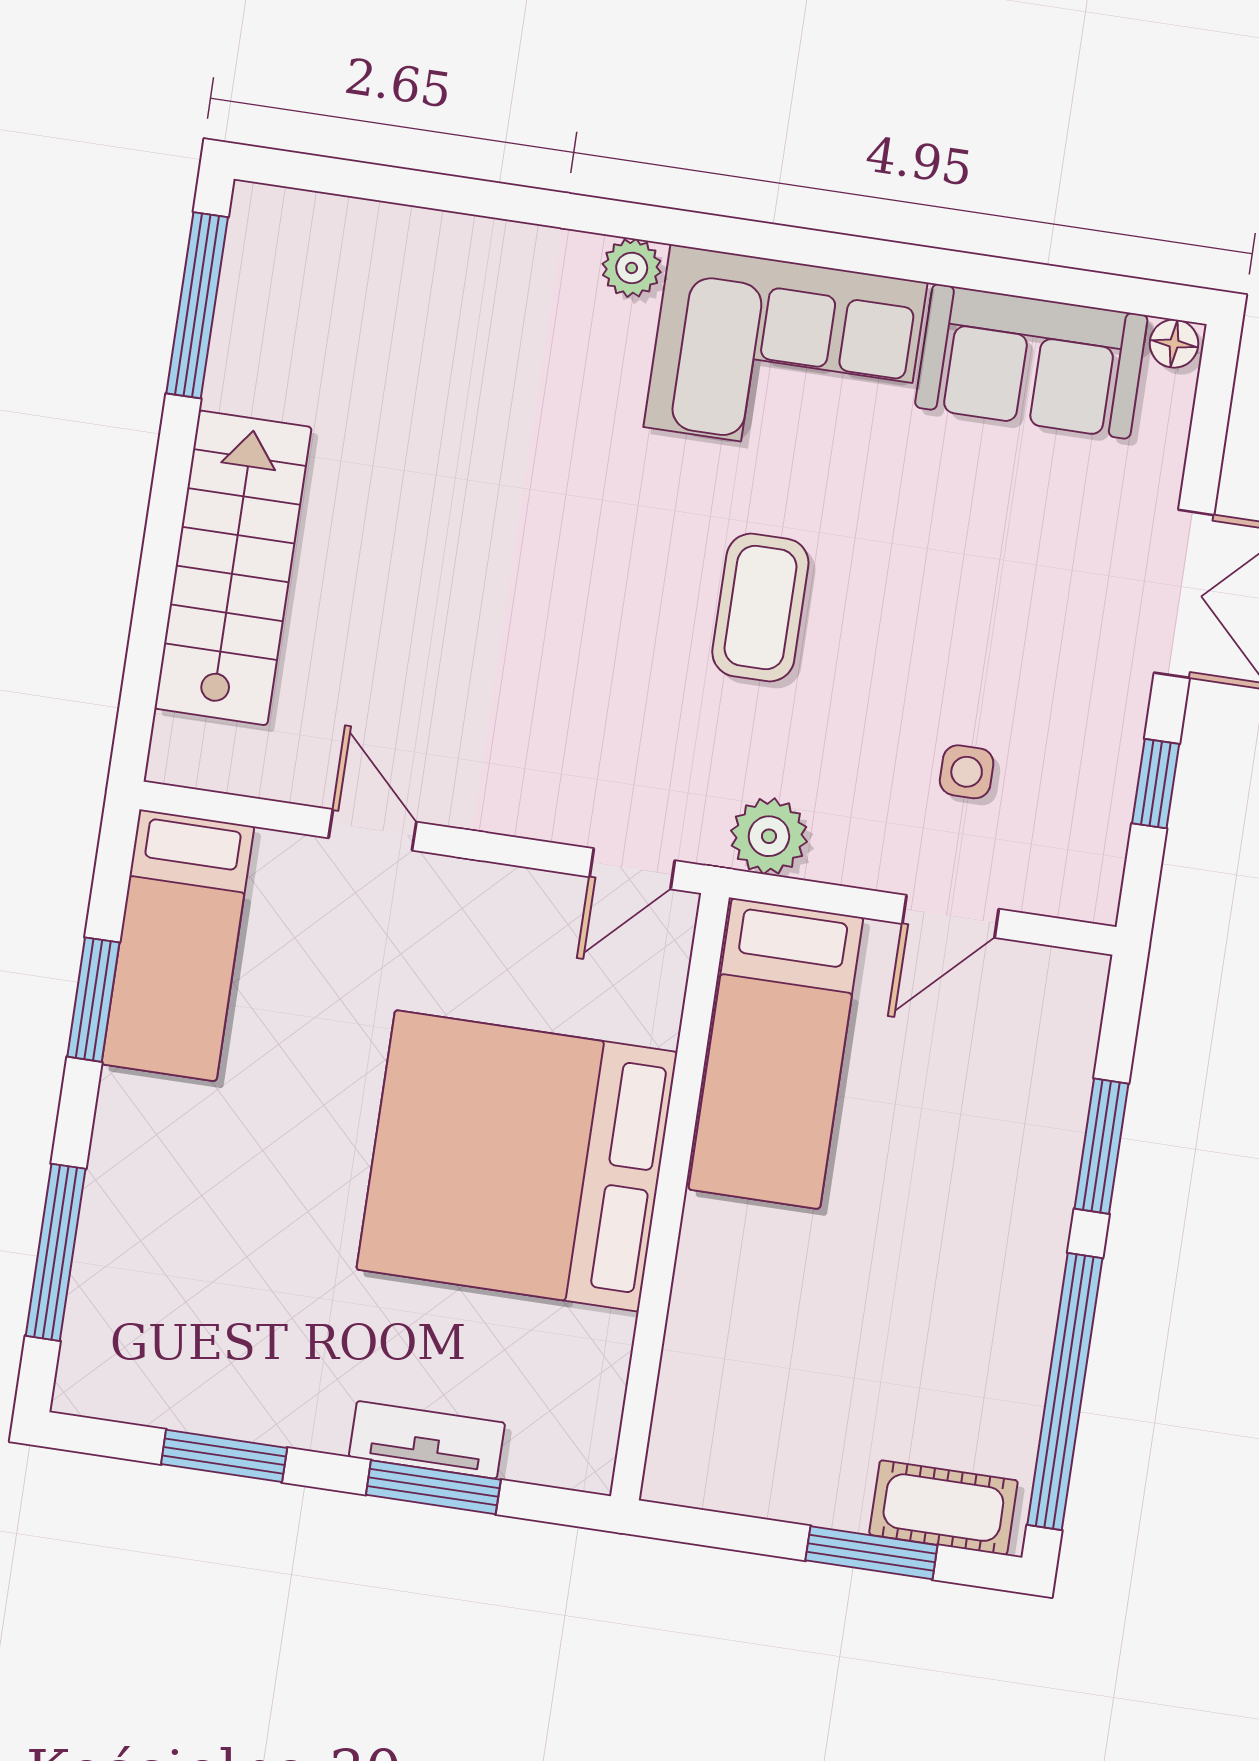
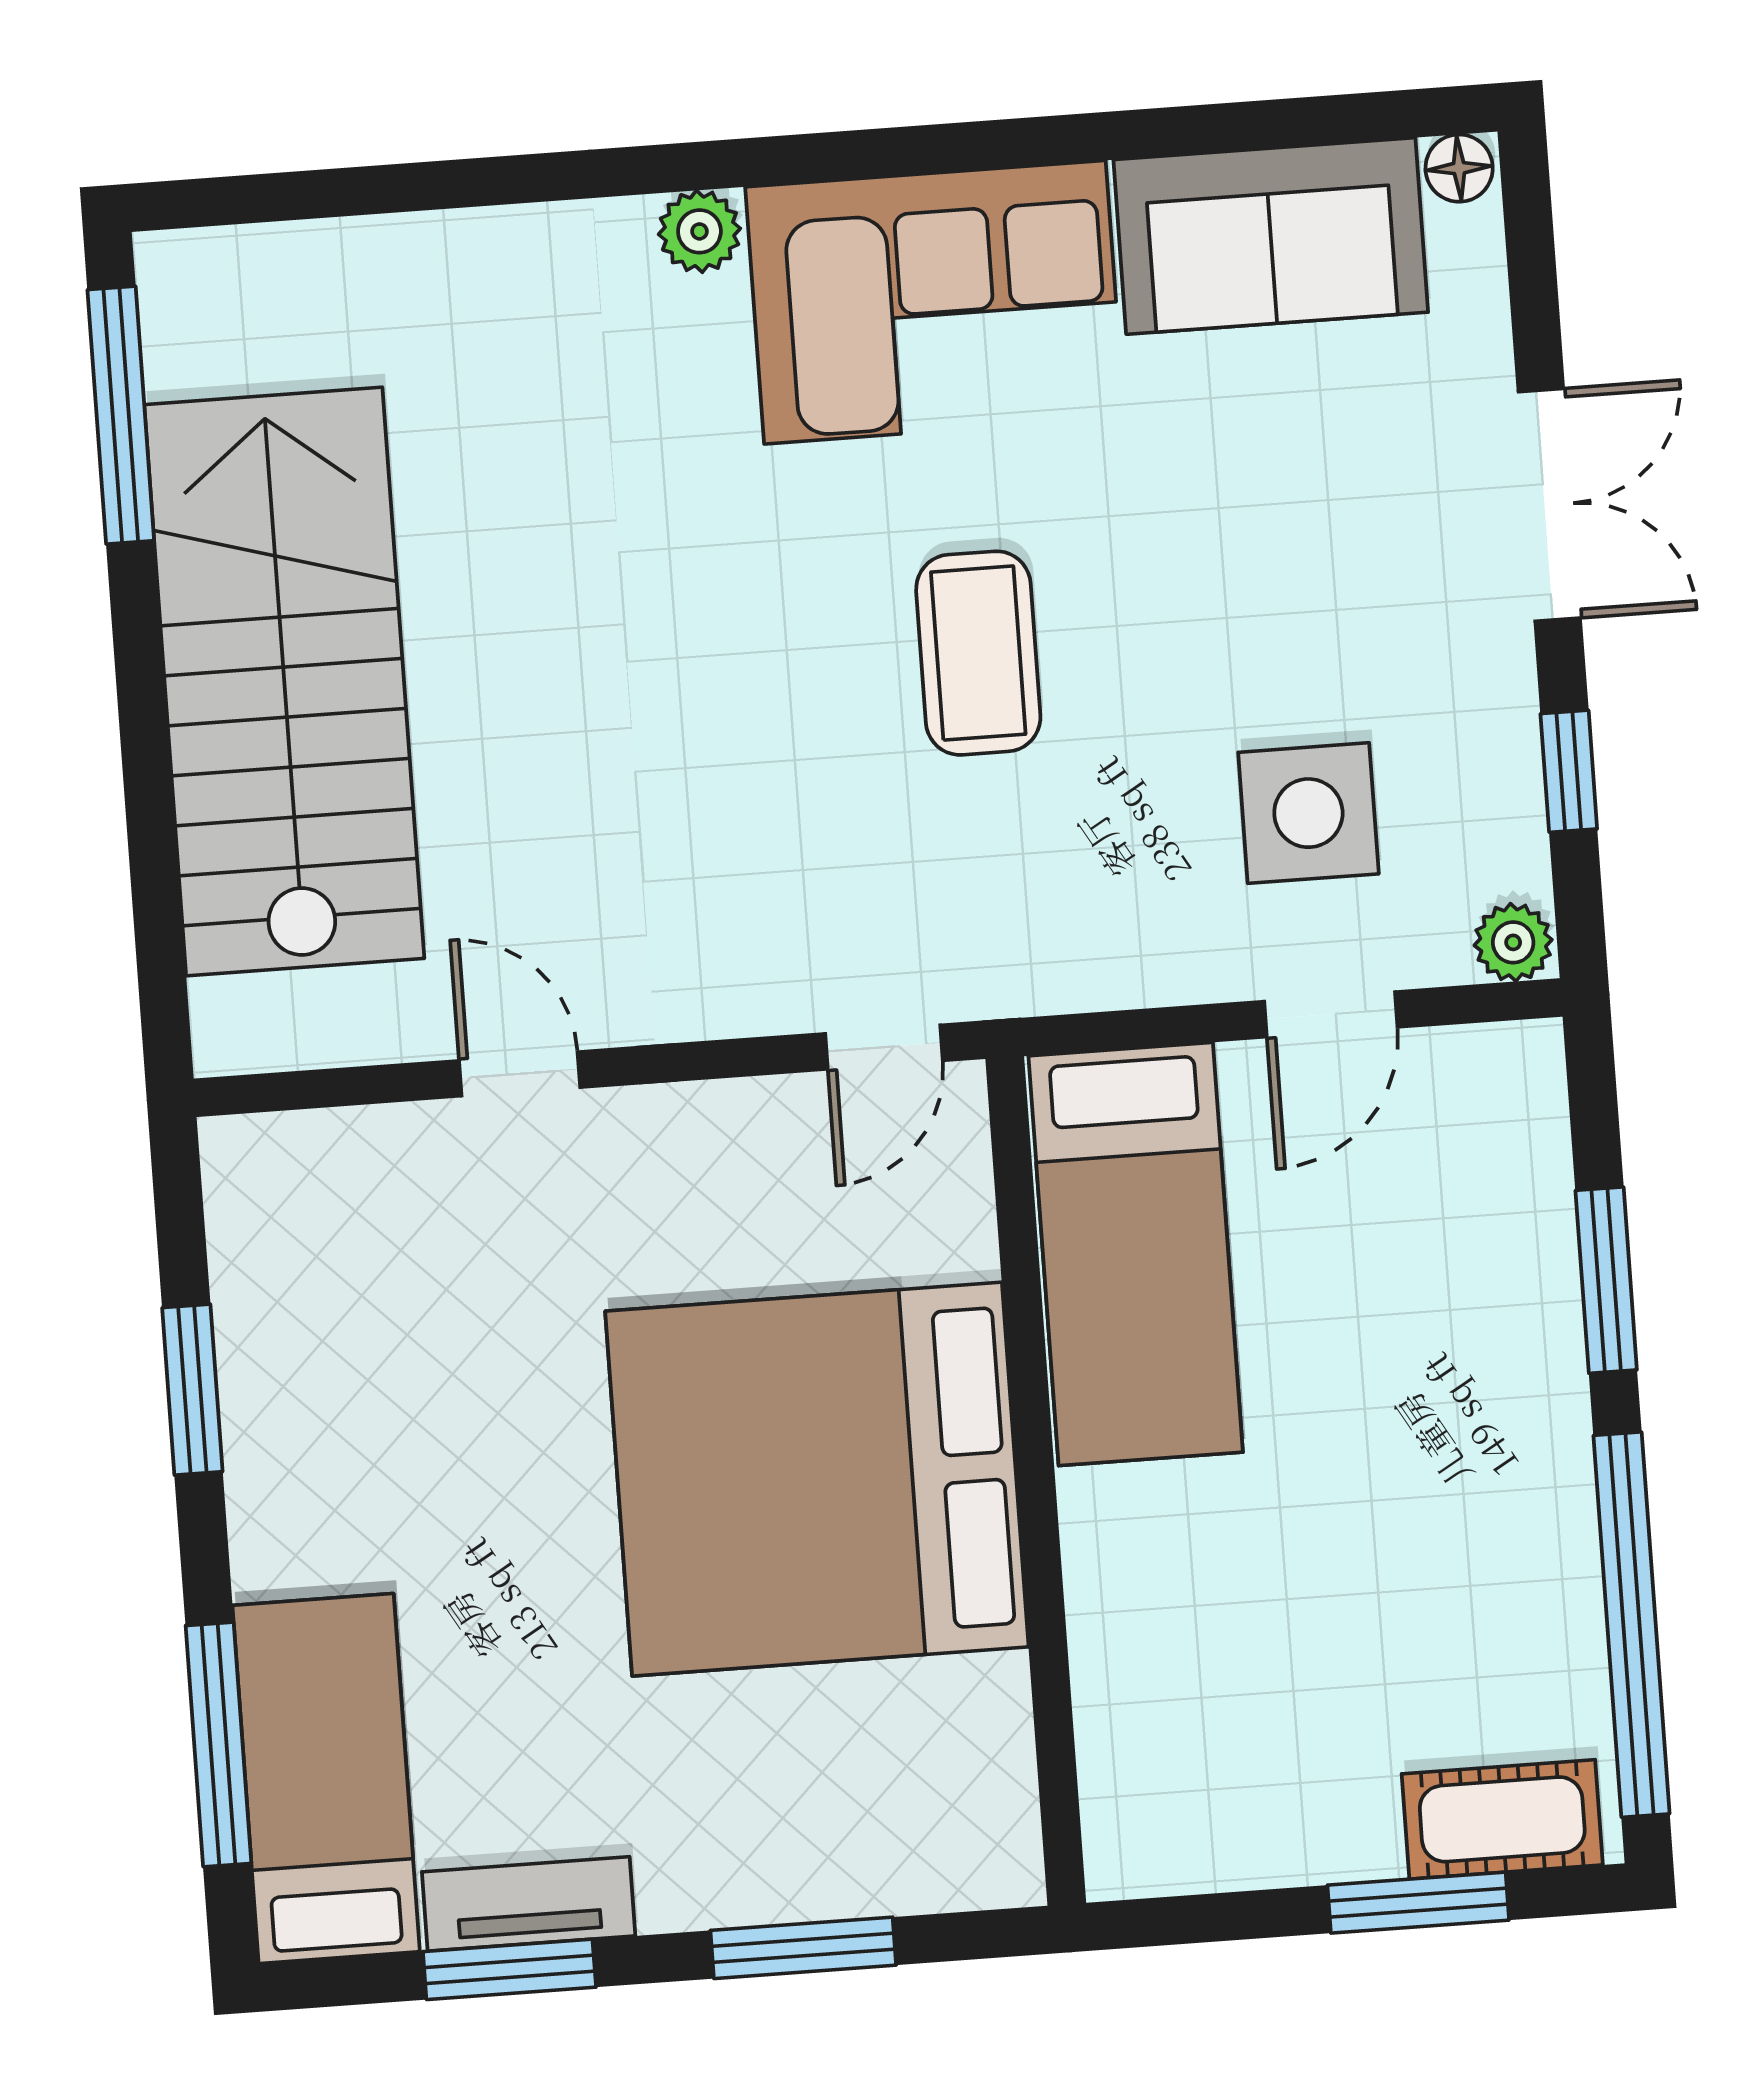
stairs: (233, 568) -> (284, 682), width x1.36, depth x1.51
side table: (967, 772) -> (1308, 813), width x1.87, depth x1.87
plant: (769, 836) -> (1513, 942), moved, width x0.73, depth x0.73
bed: (178, 945) -> (326, 1779), moved, turned 180
tv unit: (427, 1440) -> (529, 1904), moved

